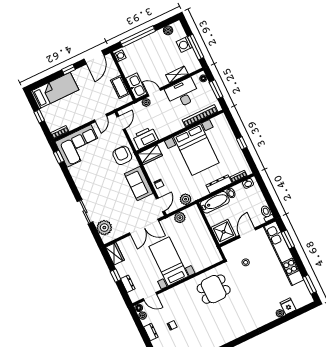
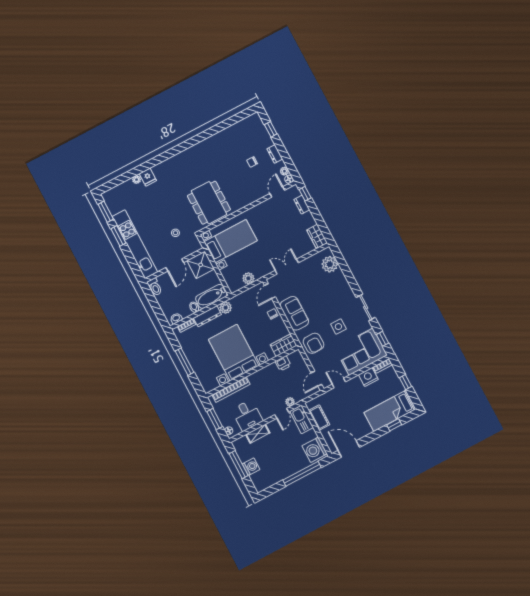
boiler: (168, 30) -> (269, 482), removed
washing machine: (120, 56) -> (315, 450), width x1.89, depth x1.89
door: (94, 57) -> (349, 449), hinge flipped
window: (68, 70) -> (394, 425), moved
door: (154, 92) -> (282, 413), hinge flipped
desk: (182, 93) -> (247, 415), width x0.73
door: (101, 118) -> (339, 383), hinge flipped
nightstand: (73, 122) -> (368, 377), added
printer: (145, 138) -> (283, 363), width x0.53, depth x0.68
window: (242, 143) -> (185, 362), width x2.17
side table: (99, 170) -> (338, 327), added
plant: (186, 199) -> (226, 308), moved
sliding door: (85, 212) -> (366, 307), moved
double door: (144, 227) -> (287, 267), width x0.73
window: (288, 239) -> (118, 236), moved
bed with nightstands: (169, 261) -> (231, 241), moved, turned -90
window: (116, 276) -> (305, 194), moved
dining table: (214, 289) -> (209, 203), width x1.38
door: (150, 297) -> (277, 192), hinge flipped
fridge: (288, 306) -> (148, 177), moved

